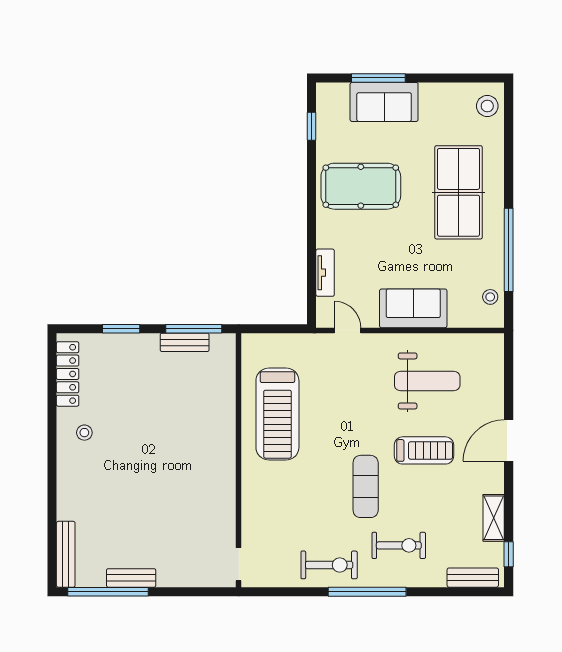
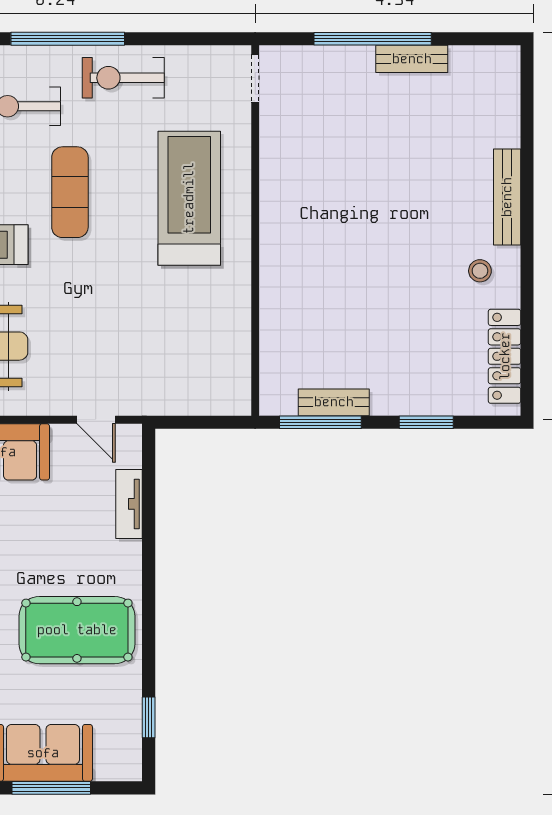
treadmill: (277, 414) -> (189, 198), moved
bench: (66, 554) -> (507, 197), moved
window: (108, 592) -> (373, 39), moved

